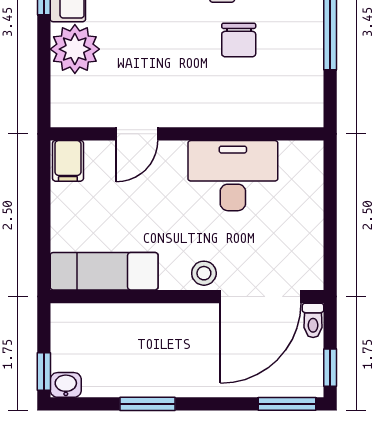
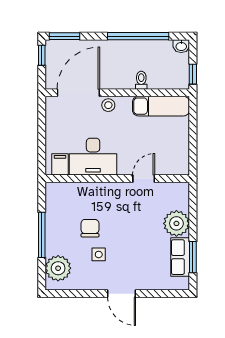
filing cabinet: (68, 161) -> (60, 164), moved
toilet: (313, 320) -> (141, 80), moved
window: (44, 371) -> (193, 74), moved
window: (148, 404) -> (138, 36), width x2.11

